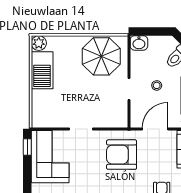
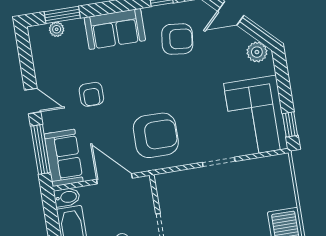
door: (155, 129) -> (114, 179), swing flipped

